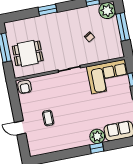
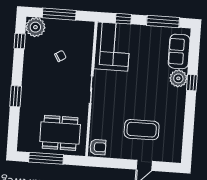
dining table: (28, 53) -> (60, 133), width x1.38
coffee table: (48, 118) -> (142, 130), width x1.86, depth x1.72

